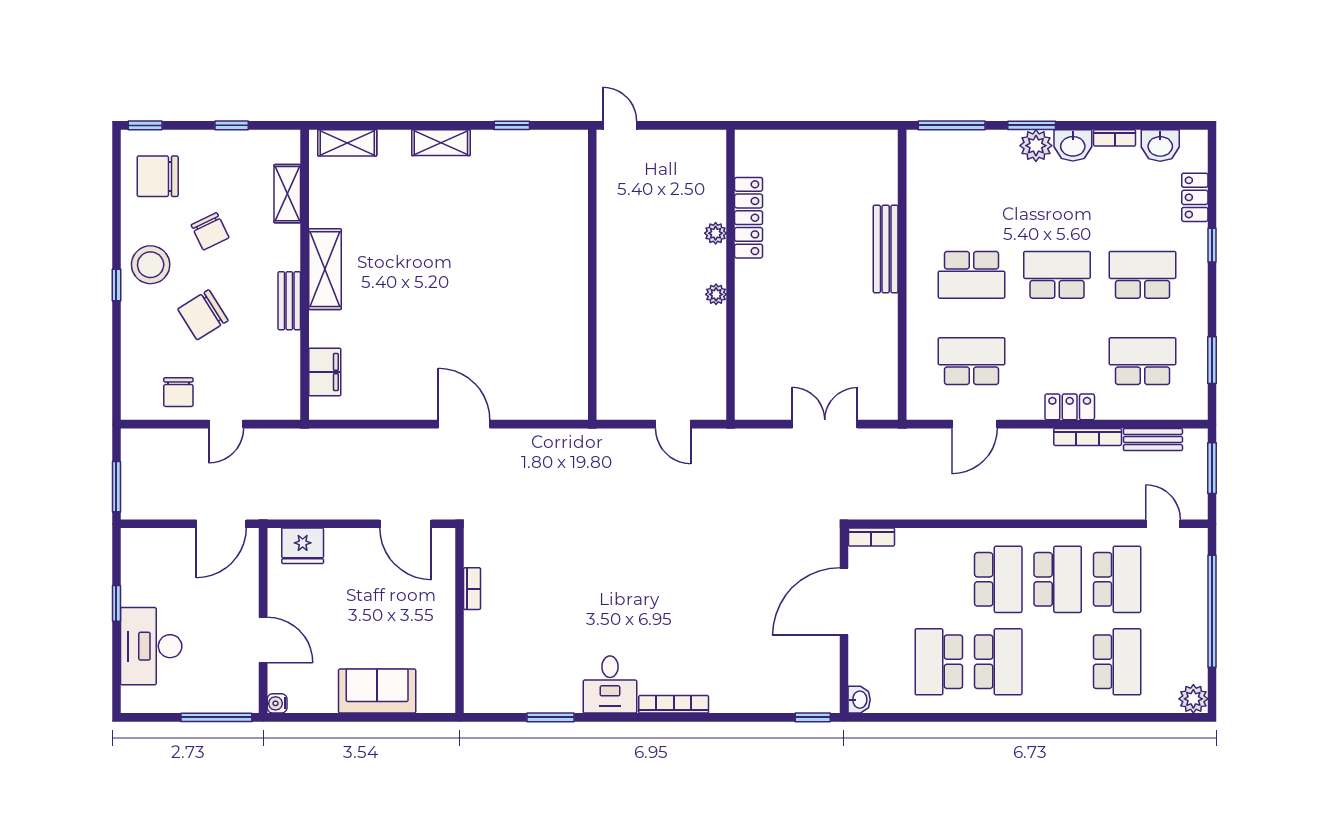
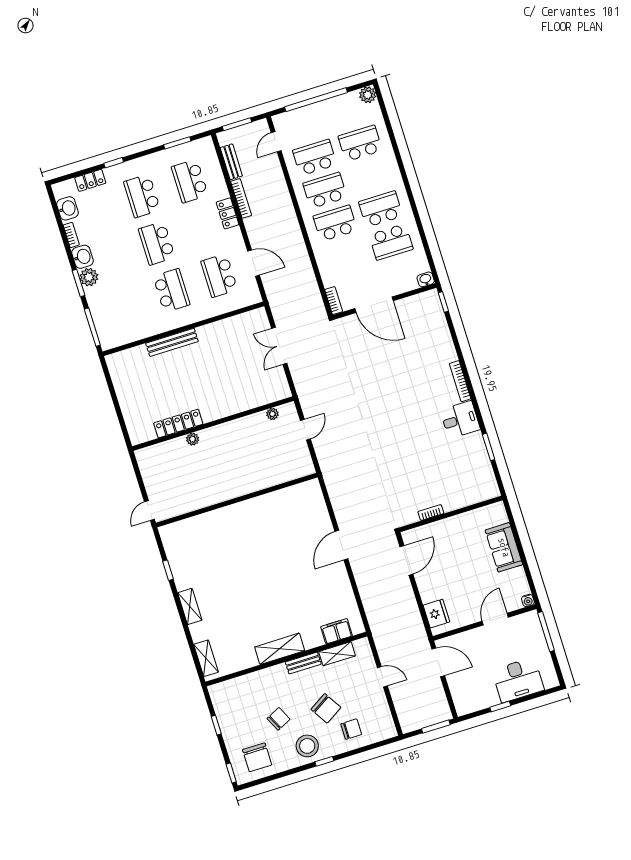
shelving: (287, 194) -> (337, 654), moved
plant: (716, 294) -> (272, 414), moved
chair: (178, 392) -> (351, 729), moved

